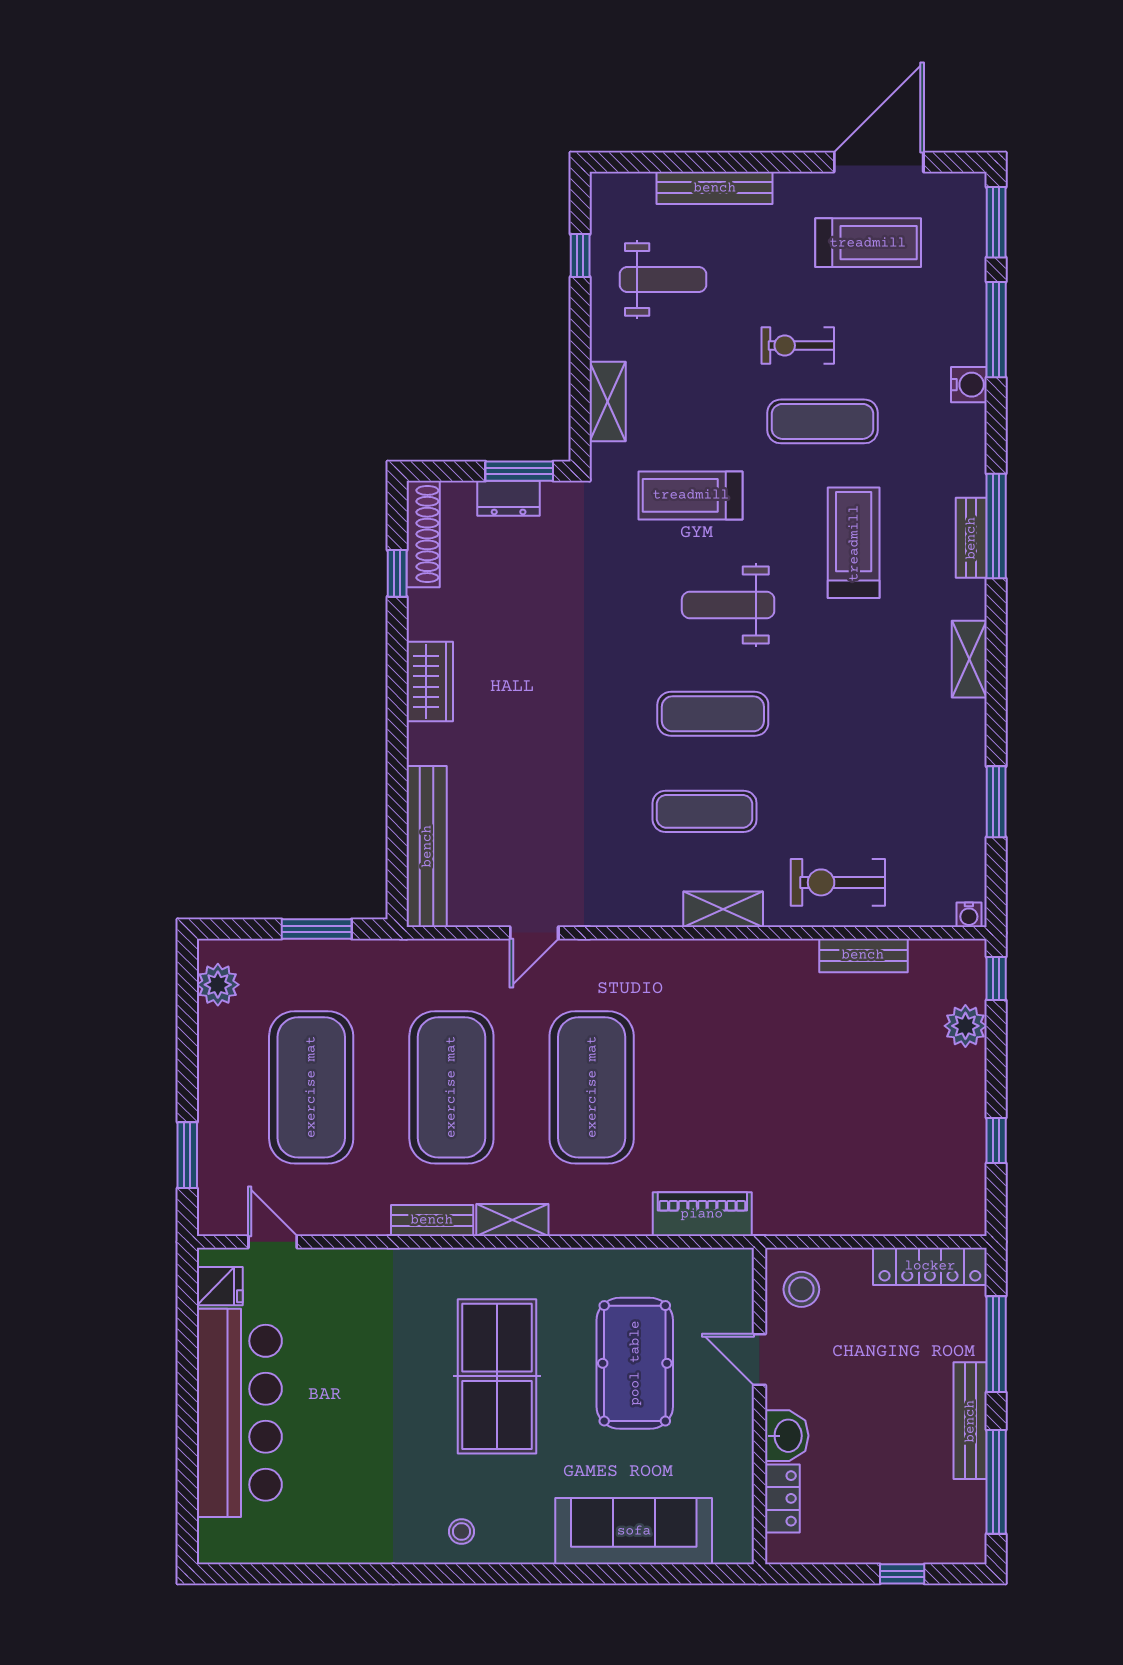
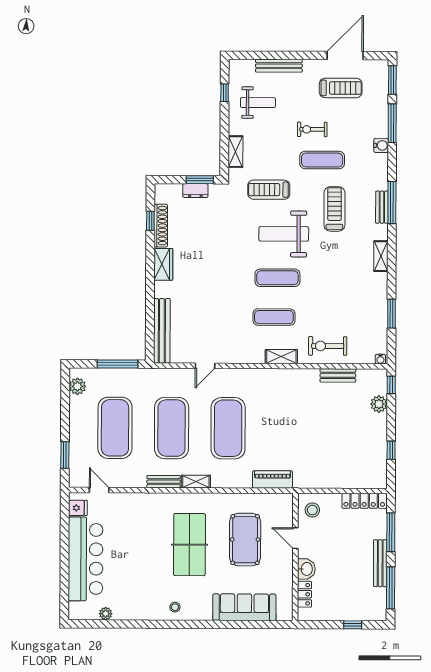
shoe rack: (423, 534) -> (161, 226), moved
weight bench: (728, 605) -> (284, 234), width x1.36, depth x1.33
window: (317, 929) -> (117, 364), width x1.44
plant: (290, 1548) -> (106, 614), added

